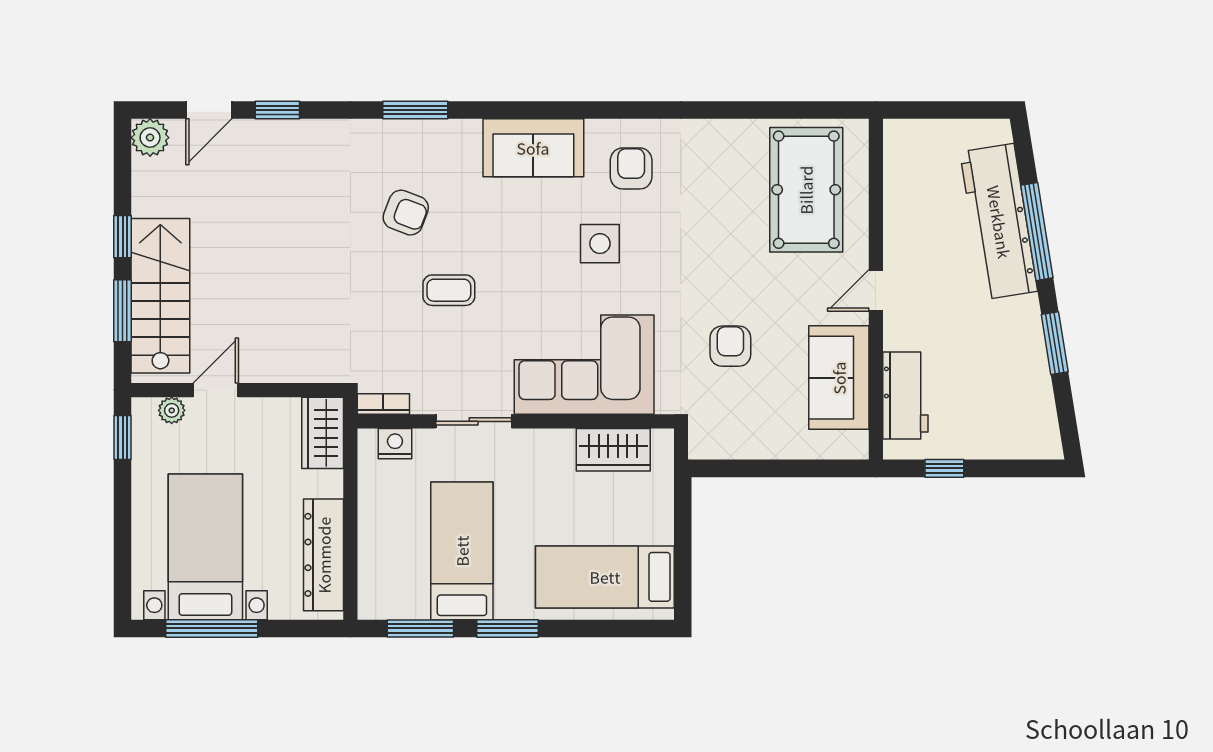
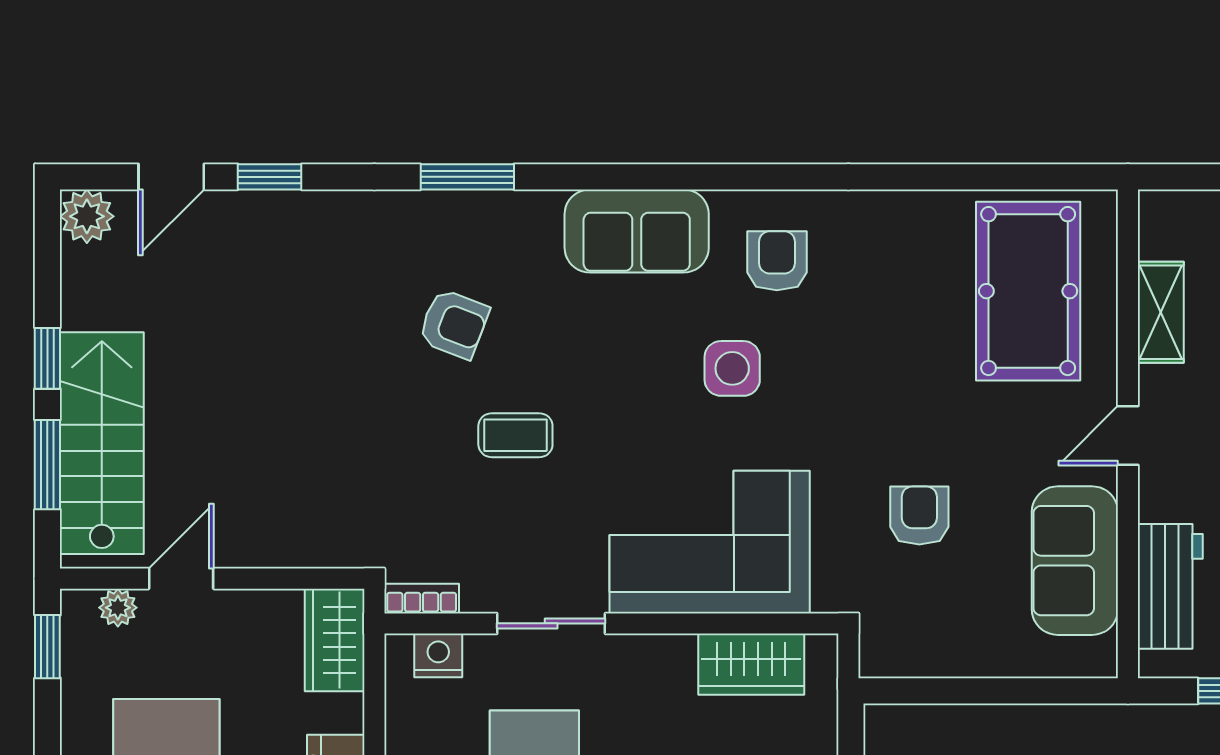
shelving: (899, 204) -> (1161, 312), added

